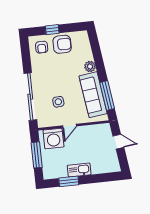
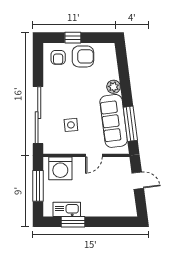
door: (69, 126) -> (94, 155), moved
kitchen sink: (79, 170) -> (67, 209), moved

